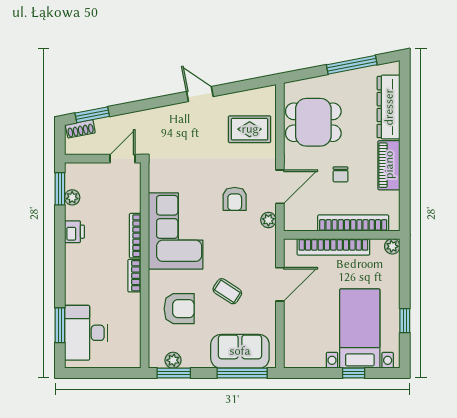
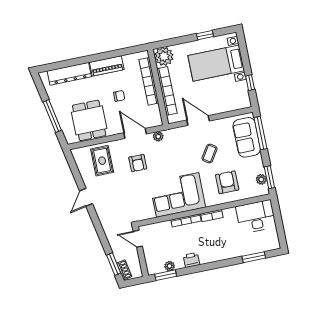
window: (352, 65) -> (52, 116), moved
armchair: (235, 199) -> (138, 163), moved, turned 90
plant: (392, 246) -> (164, 56), width x1.87, depth x1.87
desk: (86, 333) -> (256, 217), moved, turned 180
window: (354, 373) -> (250, 83), moved

